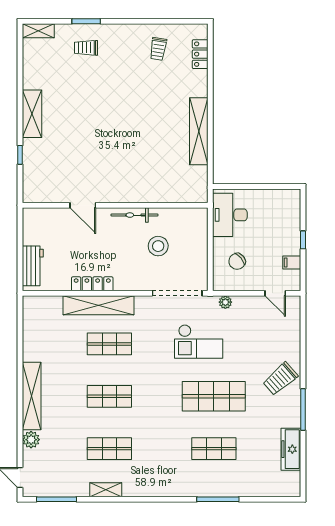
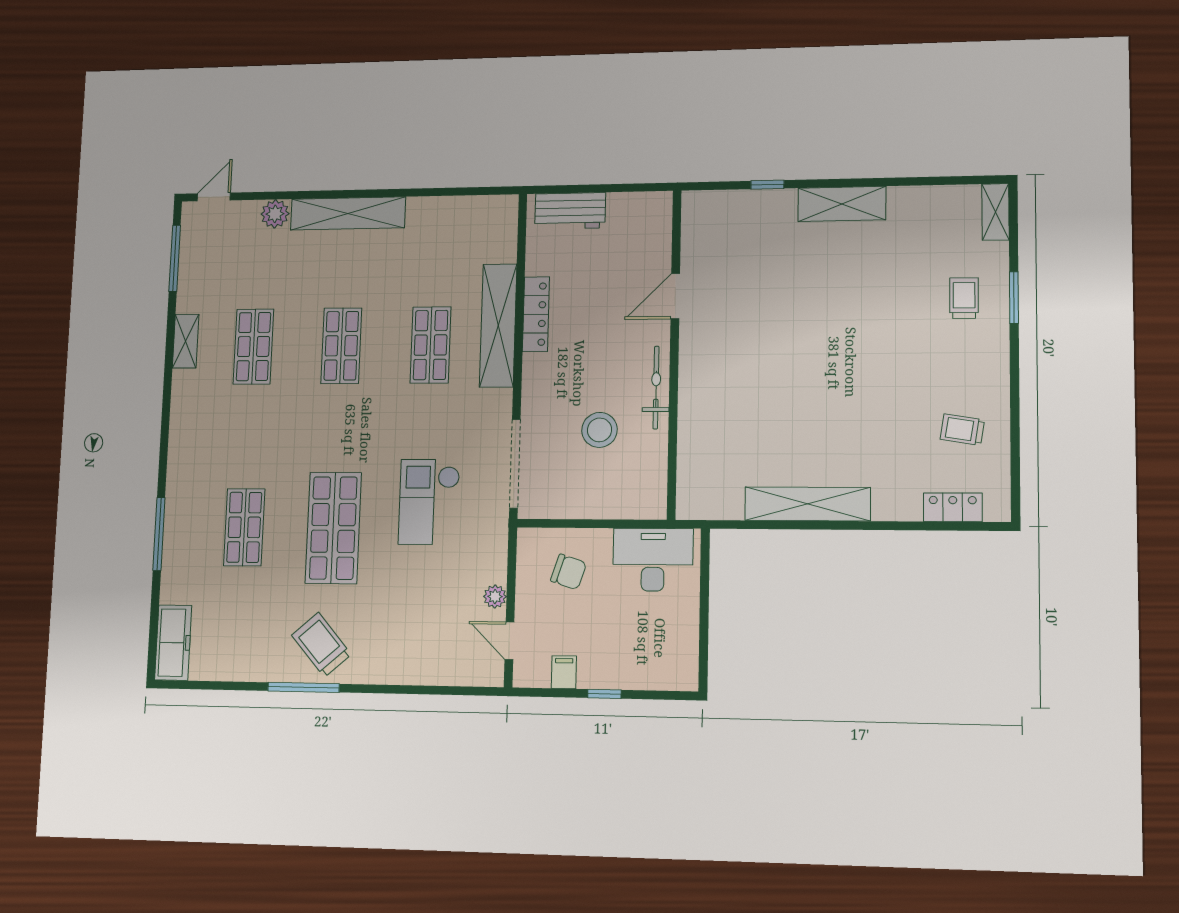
chair: (237, 261) -> (569, 572), turned 148
door: (275, 293) -> (509, 641), hinge flipped
plant: (225, 302) -> (495, 597), moved
trolley: (280, 379) -> (321, 645), moved
freezer: (291, 449) -> (173, 643), moved, turned 90

